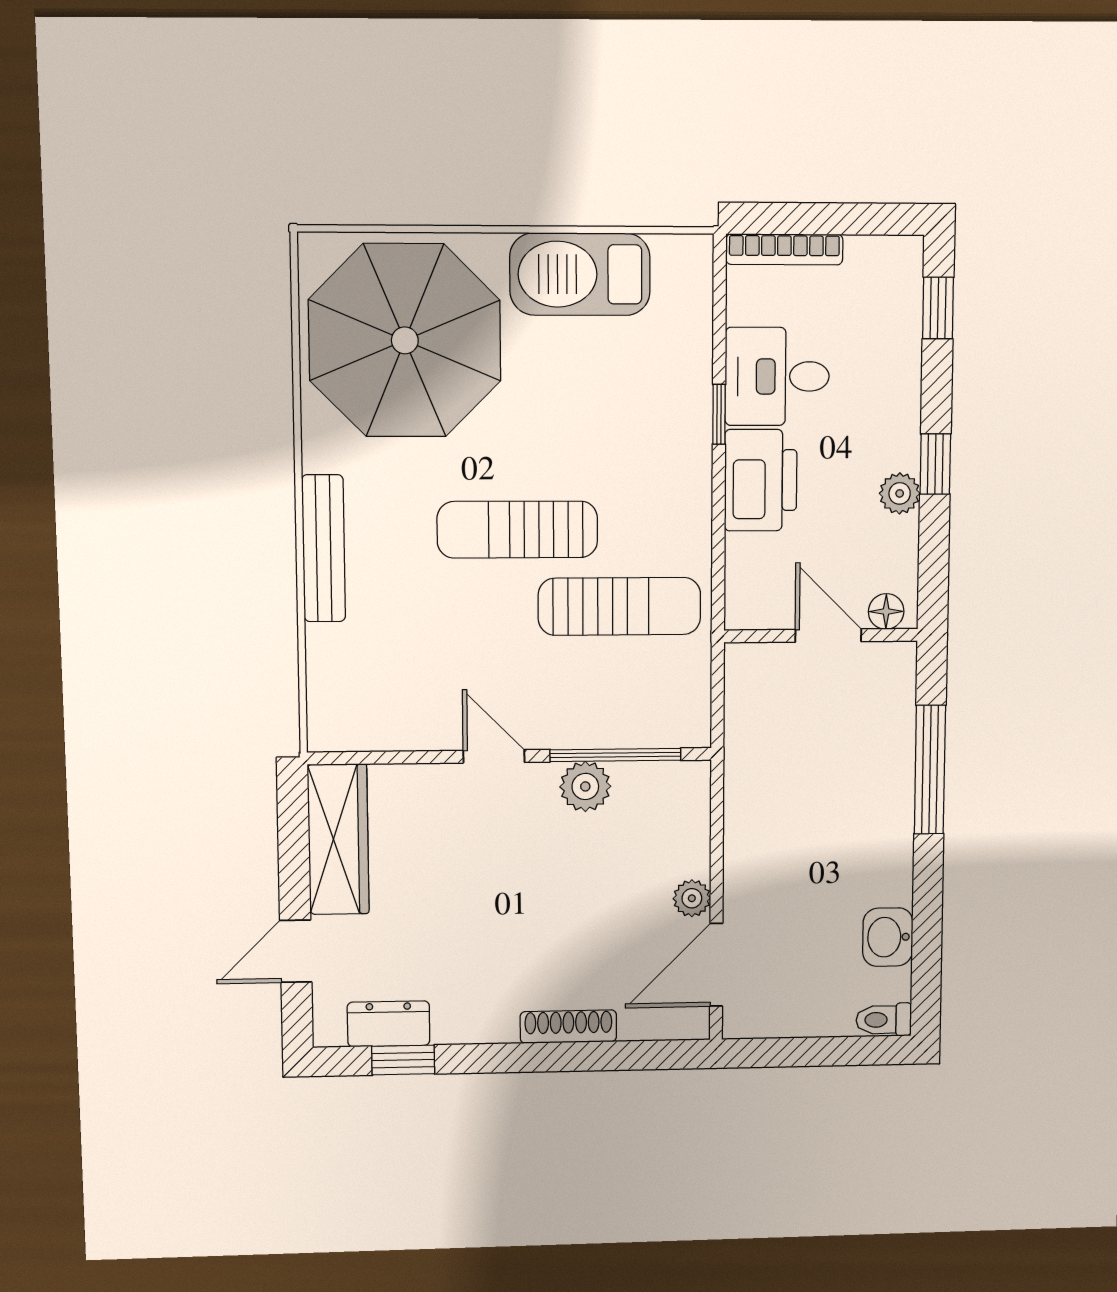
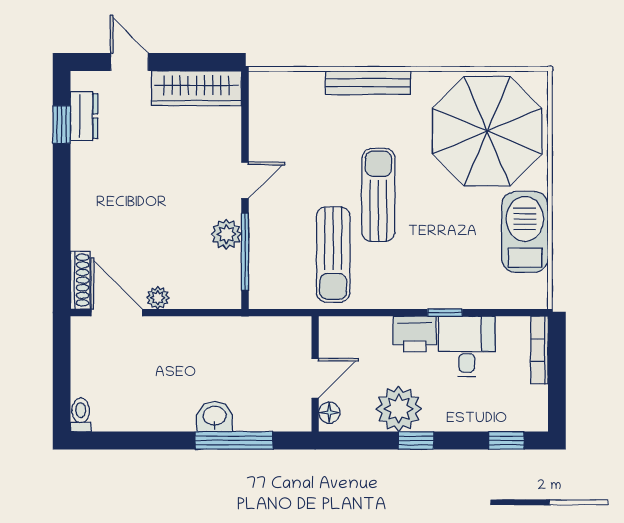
printer: (761, 480) -> (415, 334), width x0.73, depth x0.84
plant: (900, 493) -> (399, 409), width x1.87, depth x1.87
washbasin: (888, 937) -> (215, 417), moved
shoe rack: (568, 1027) -> (80, 280), moved

